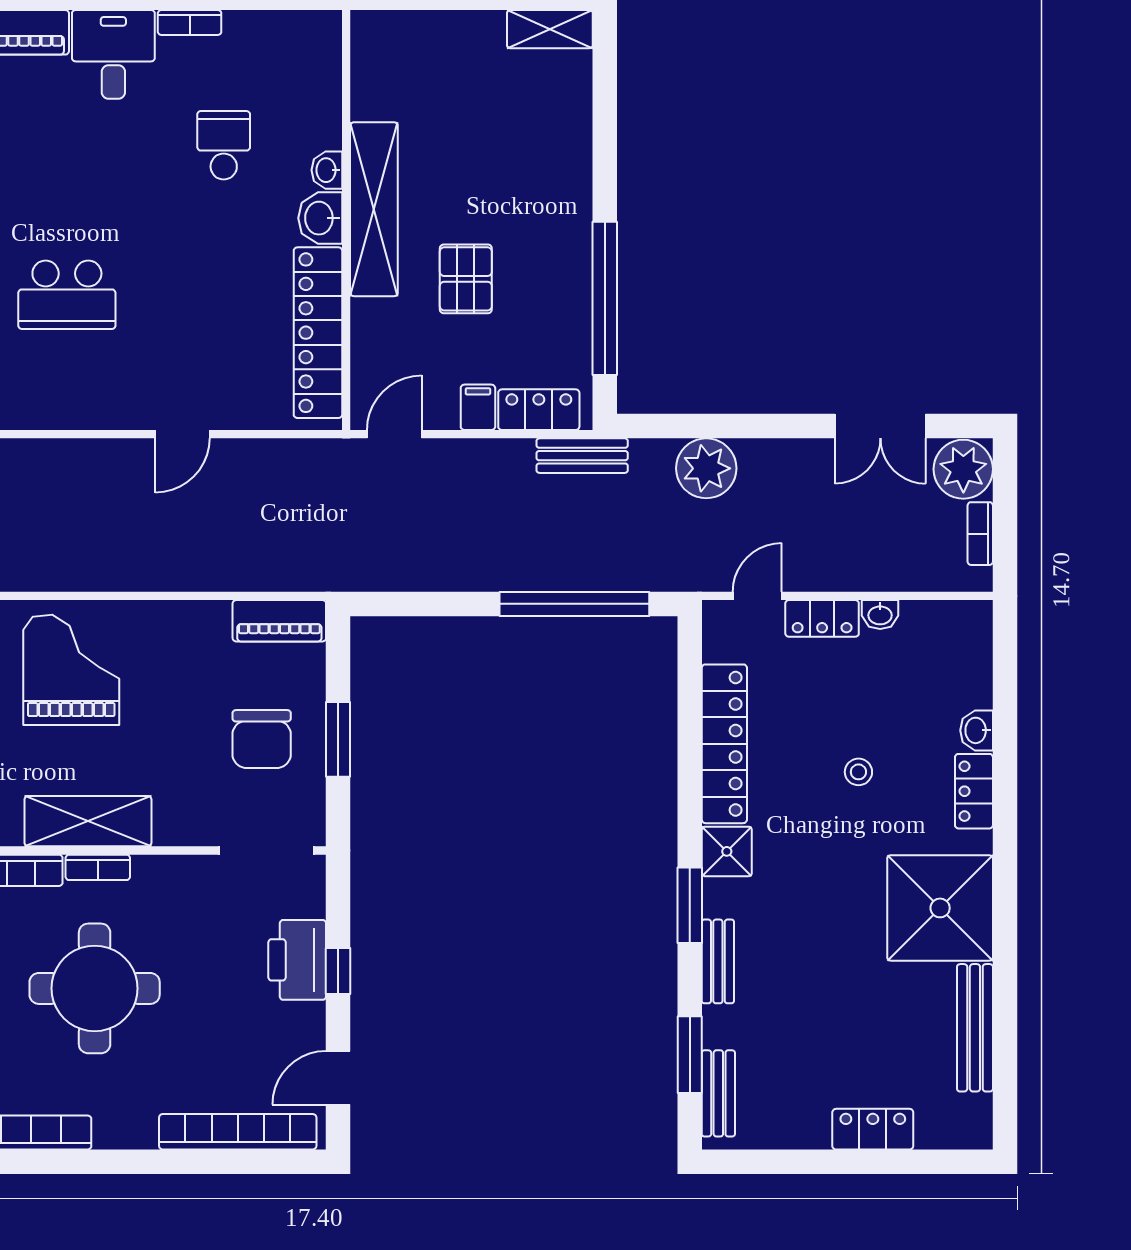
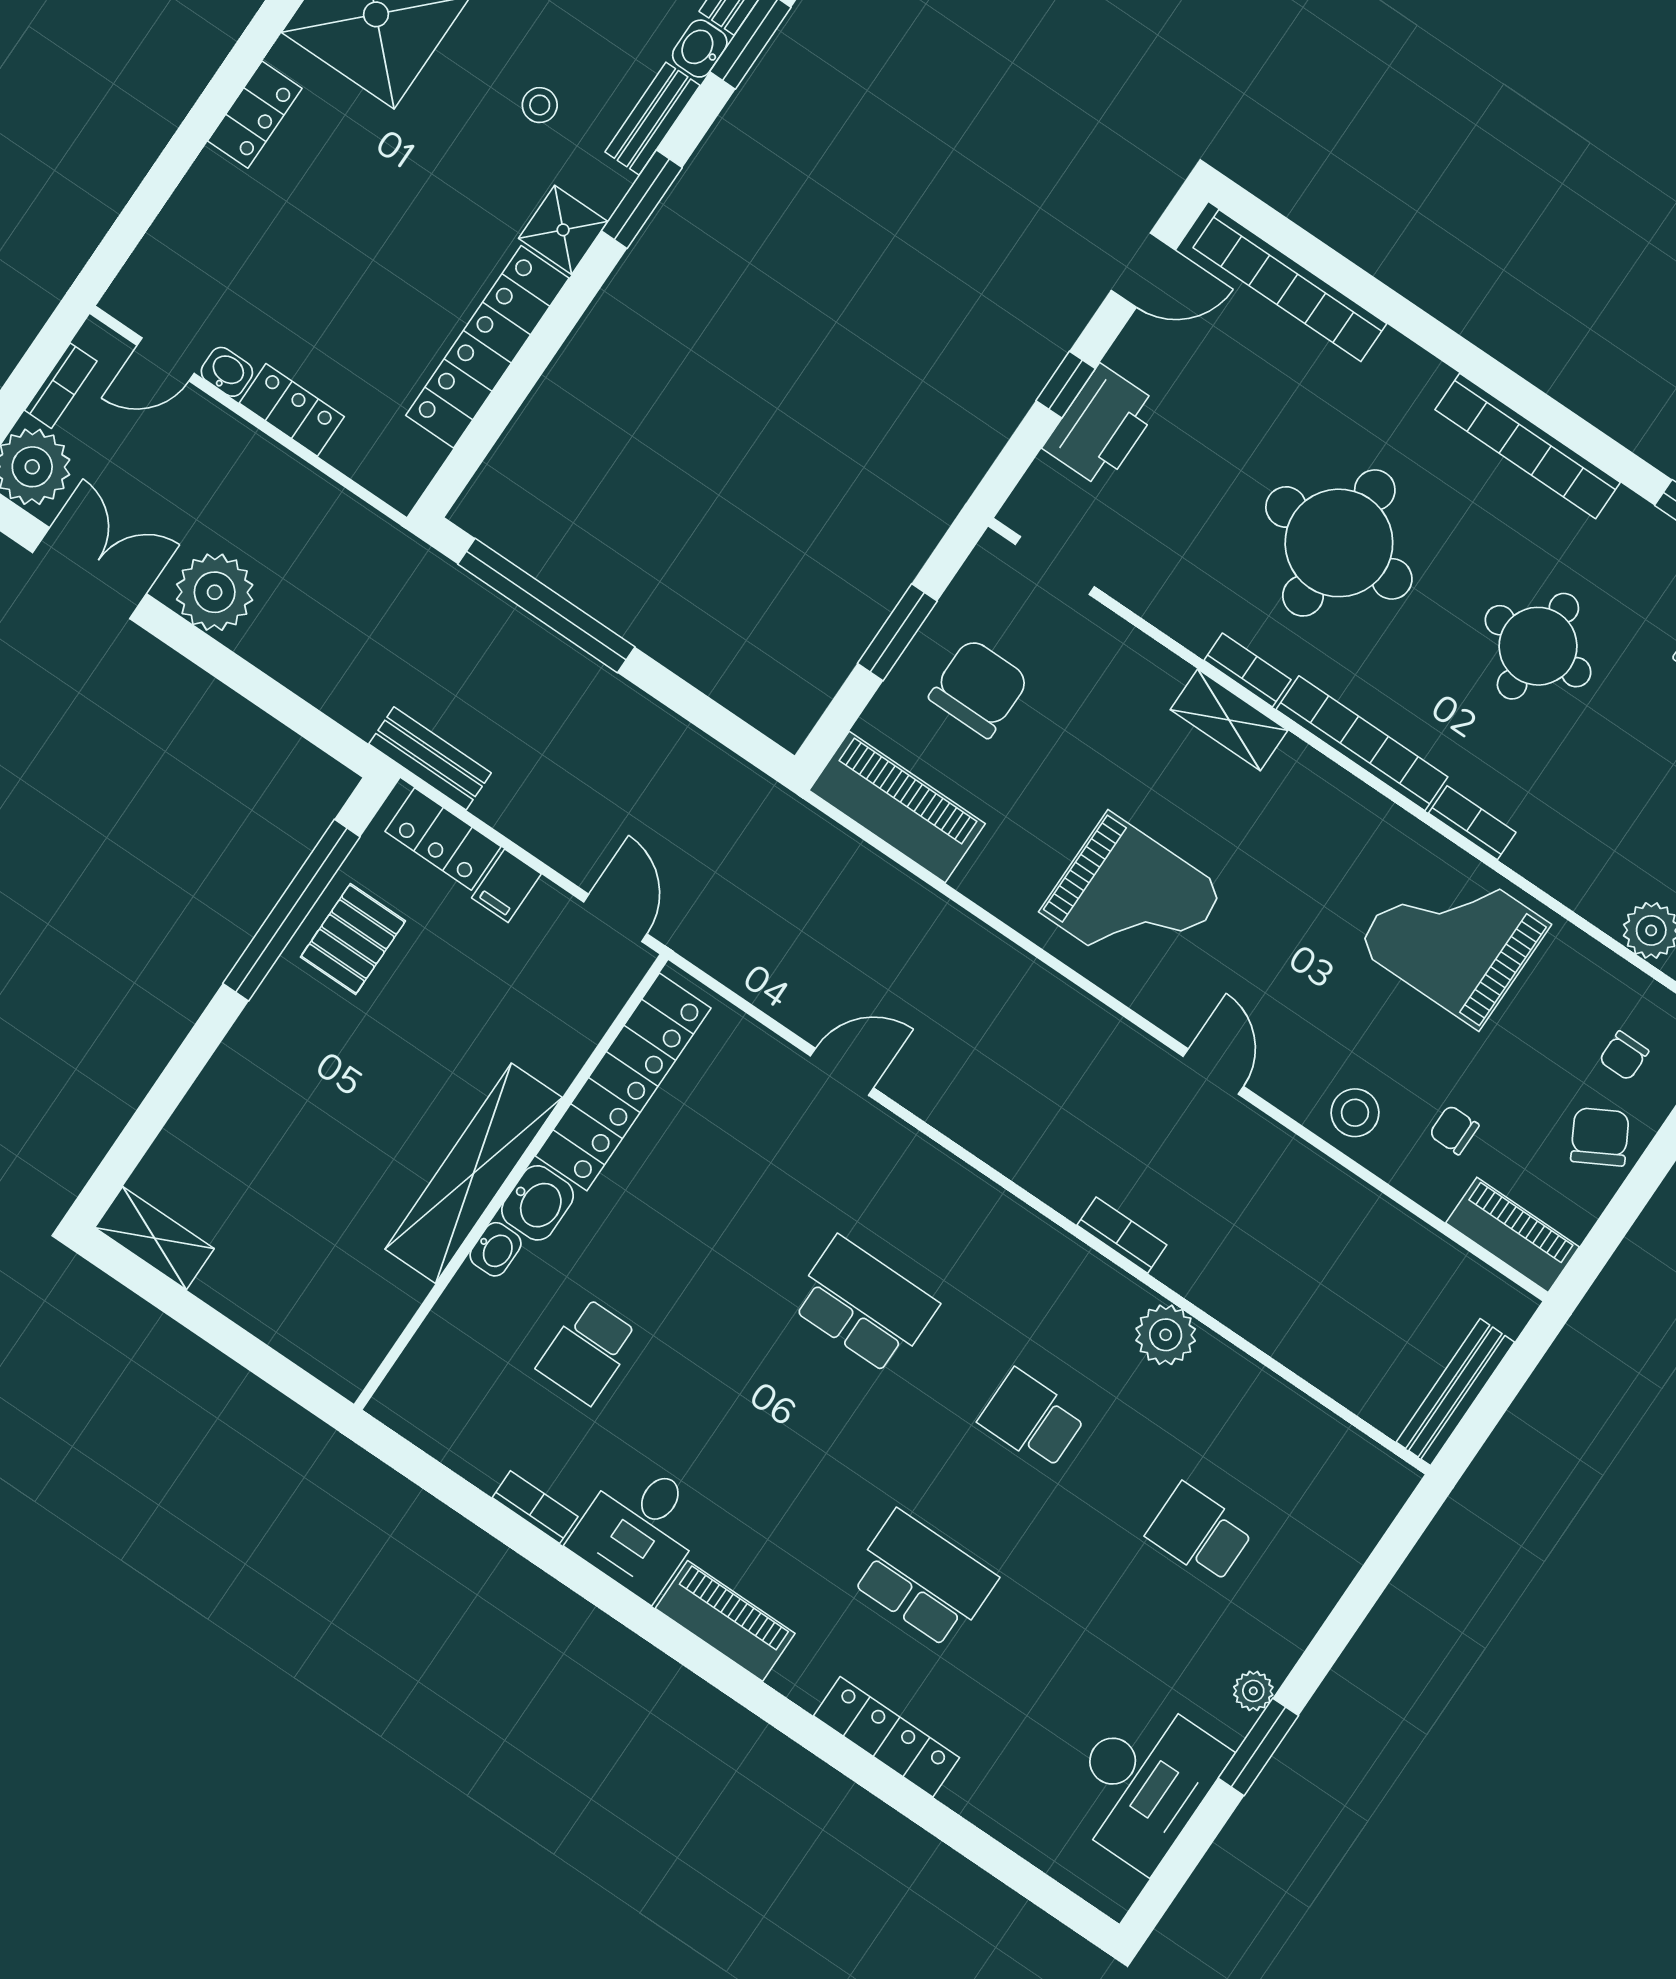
pallet: (466, 279) -> (353, 939), moved
door: (394, 434) -> (615, 918), swing flipped
plant: (706, 468) -> (215, 592), moved
door: (757, 596) -> (166, 359), moved
piano: (279, 621) -> (897, 807), width x1.37, depth x1.33
grand piano: (71, 670) -> (1132, 901), turned -90
washbasin: (977, 730) -> (700, 49), moved, turned 180
stool: (858, 772) -> (540, 105), moved
shelving: (88, 821) -> (1229, 720), width x0.67, depth x0.75
doorway: (266, 850) -> (1055, 566), width x0.73

